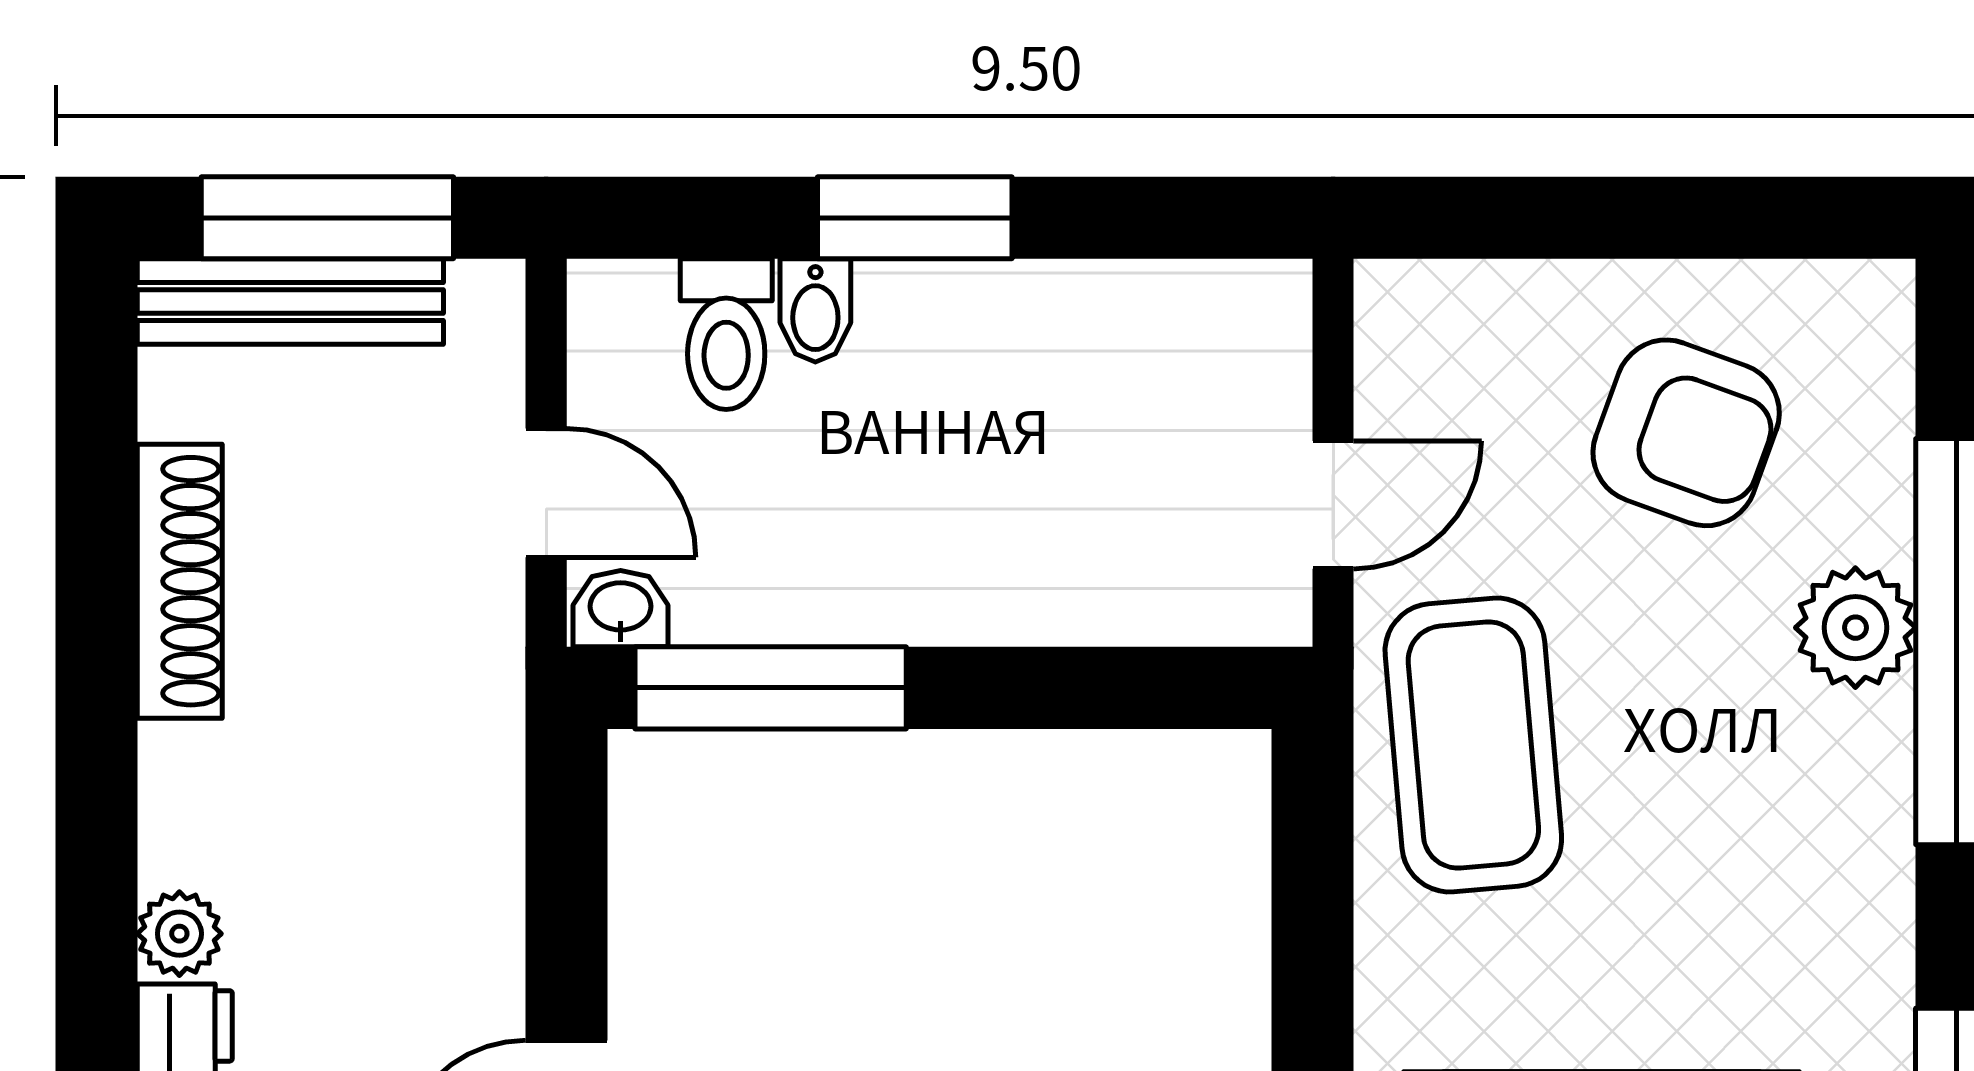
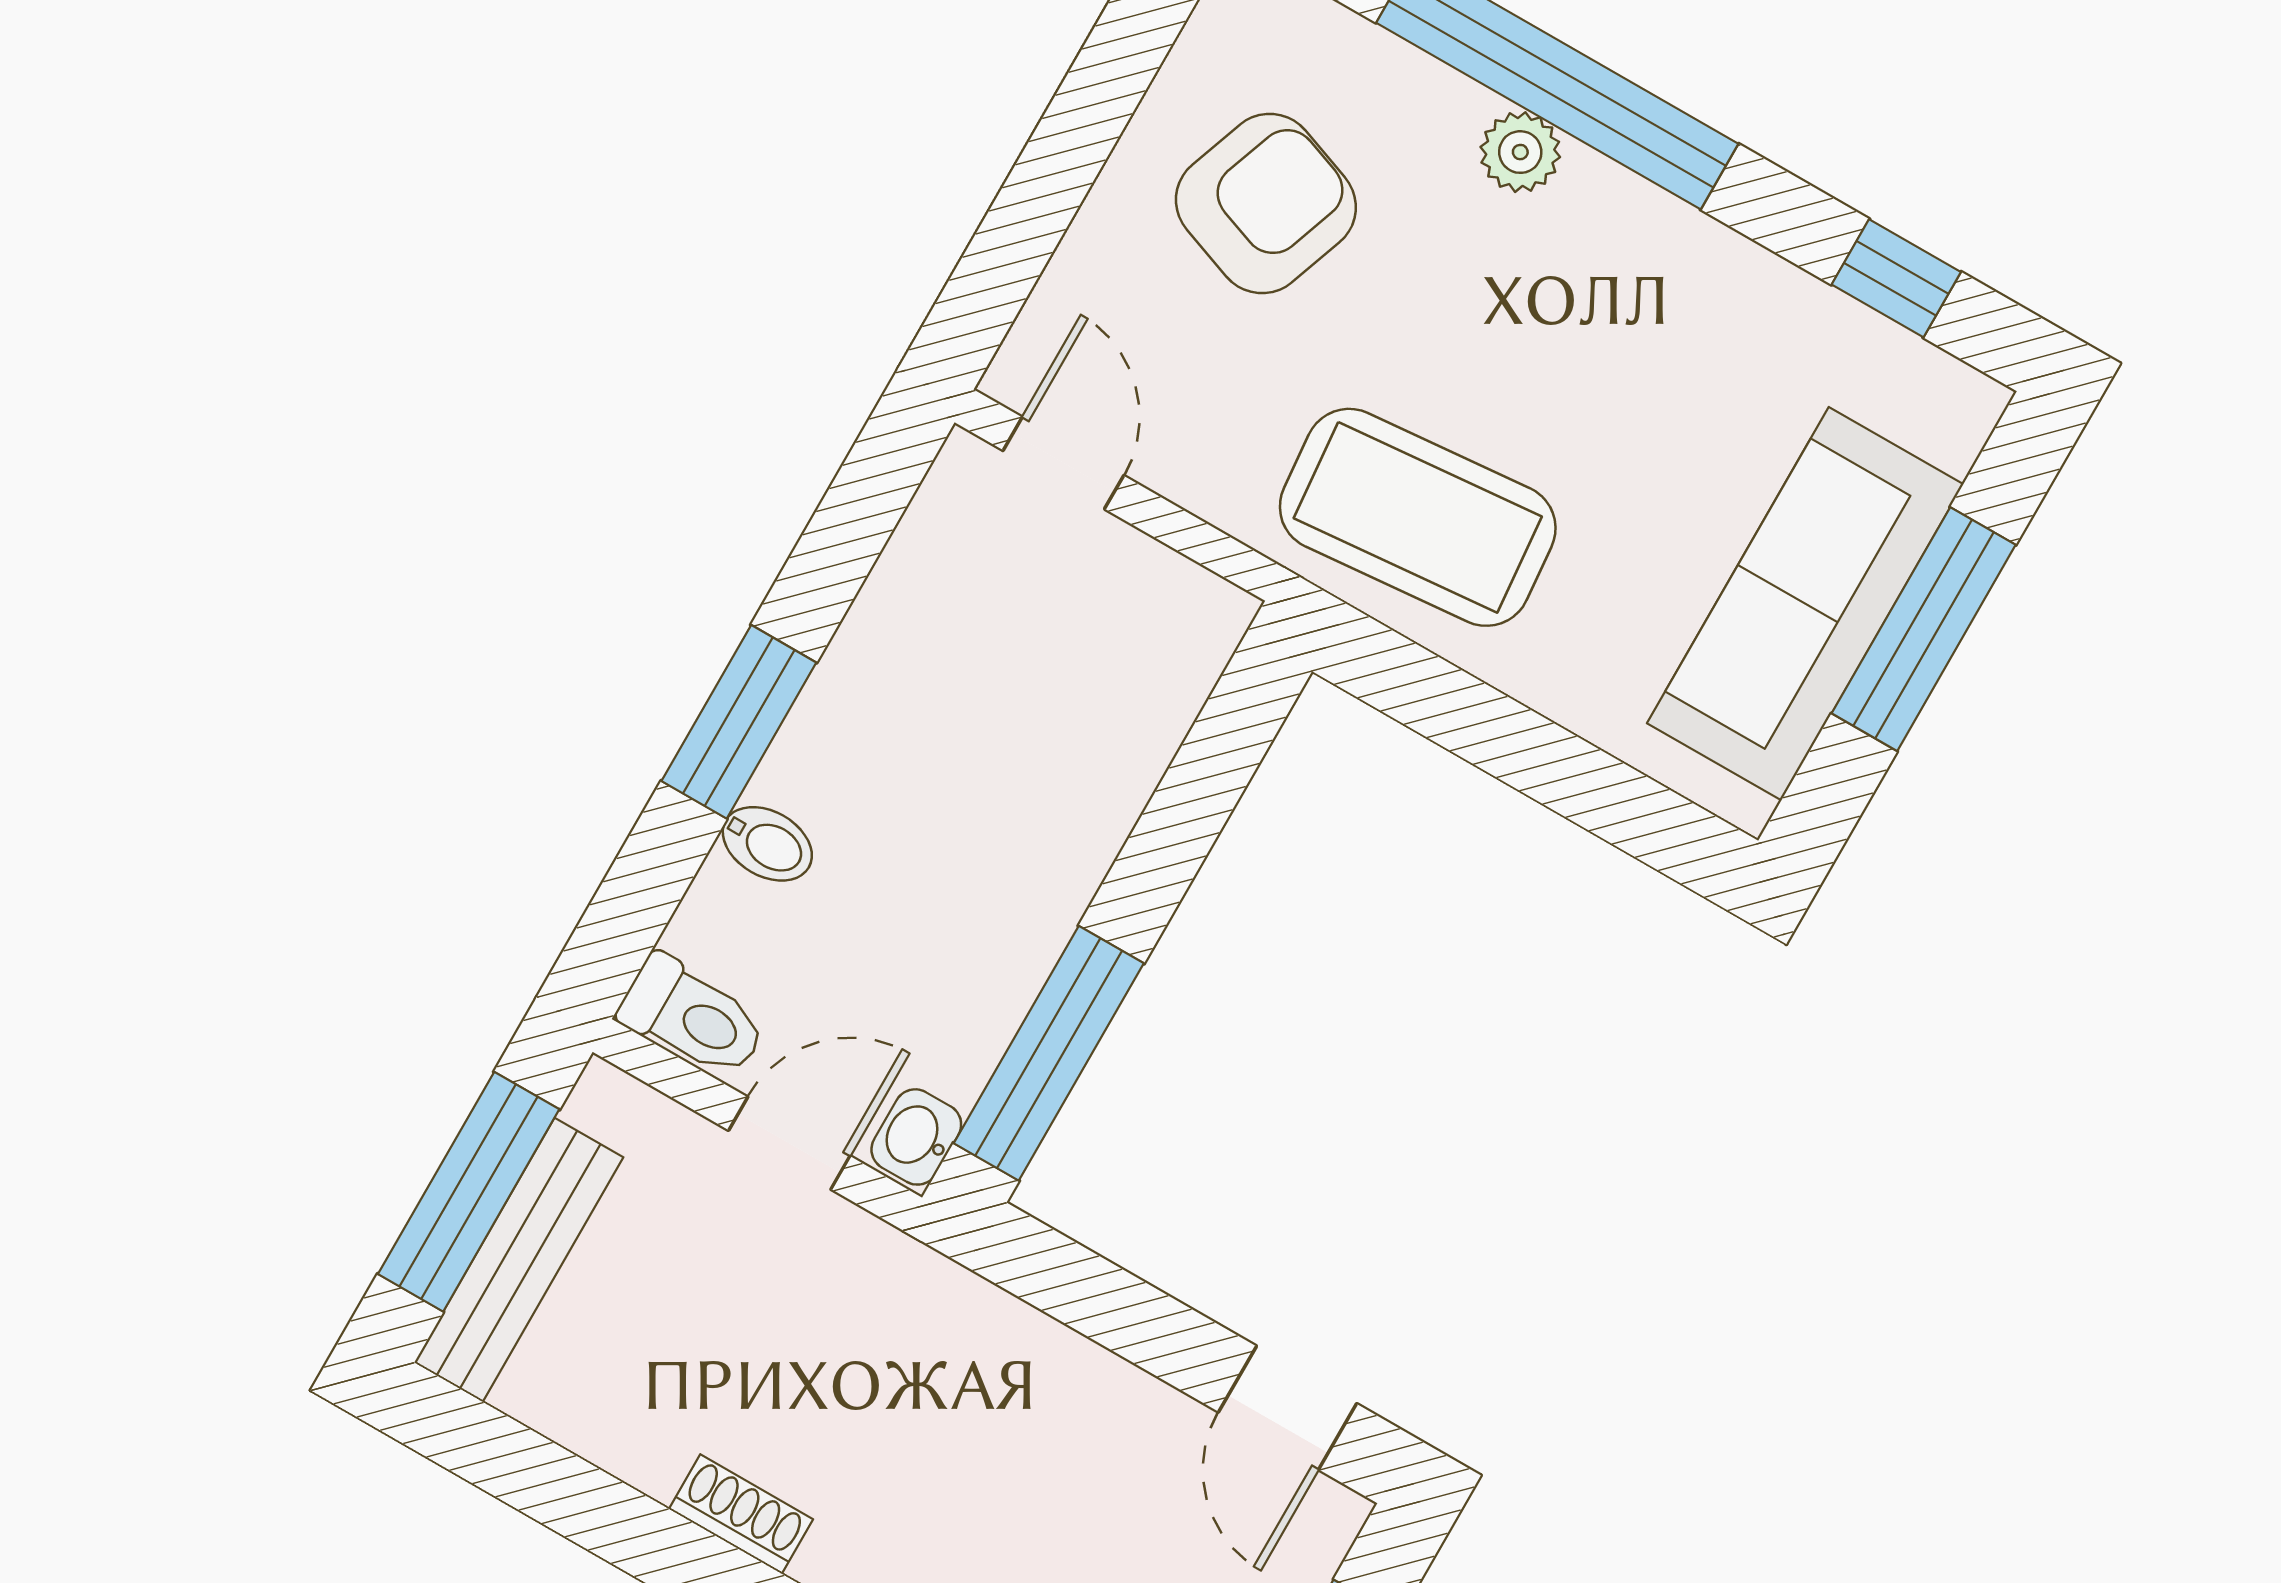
toilet: (726, 334) -> (693, 1017), moved
door: (1333, 505) -> (1063, 463), moved
shoe rack: (180, 581) -> (741, 1514), width x0.51, depth x0.81
plant: (1855, 628) -> (1520, 152), width x0.73, depth x0.73

